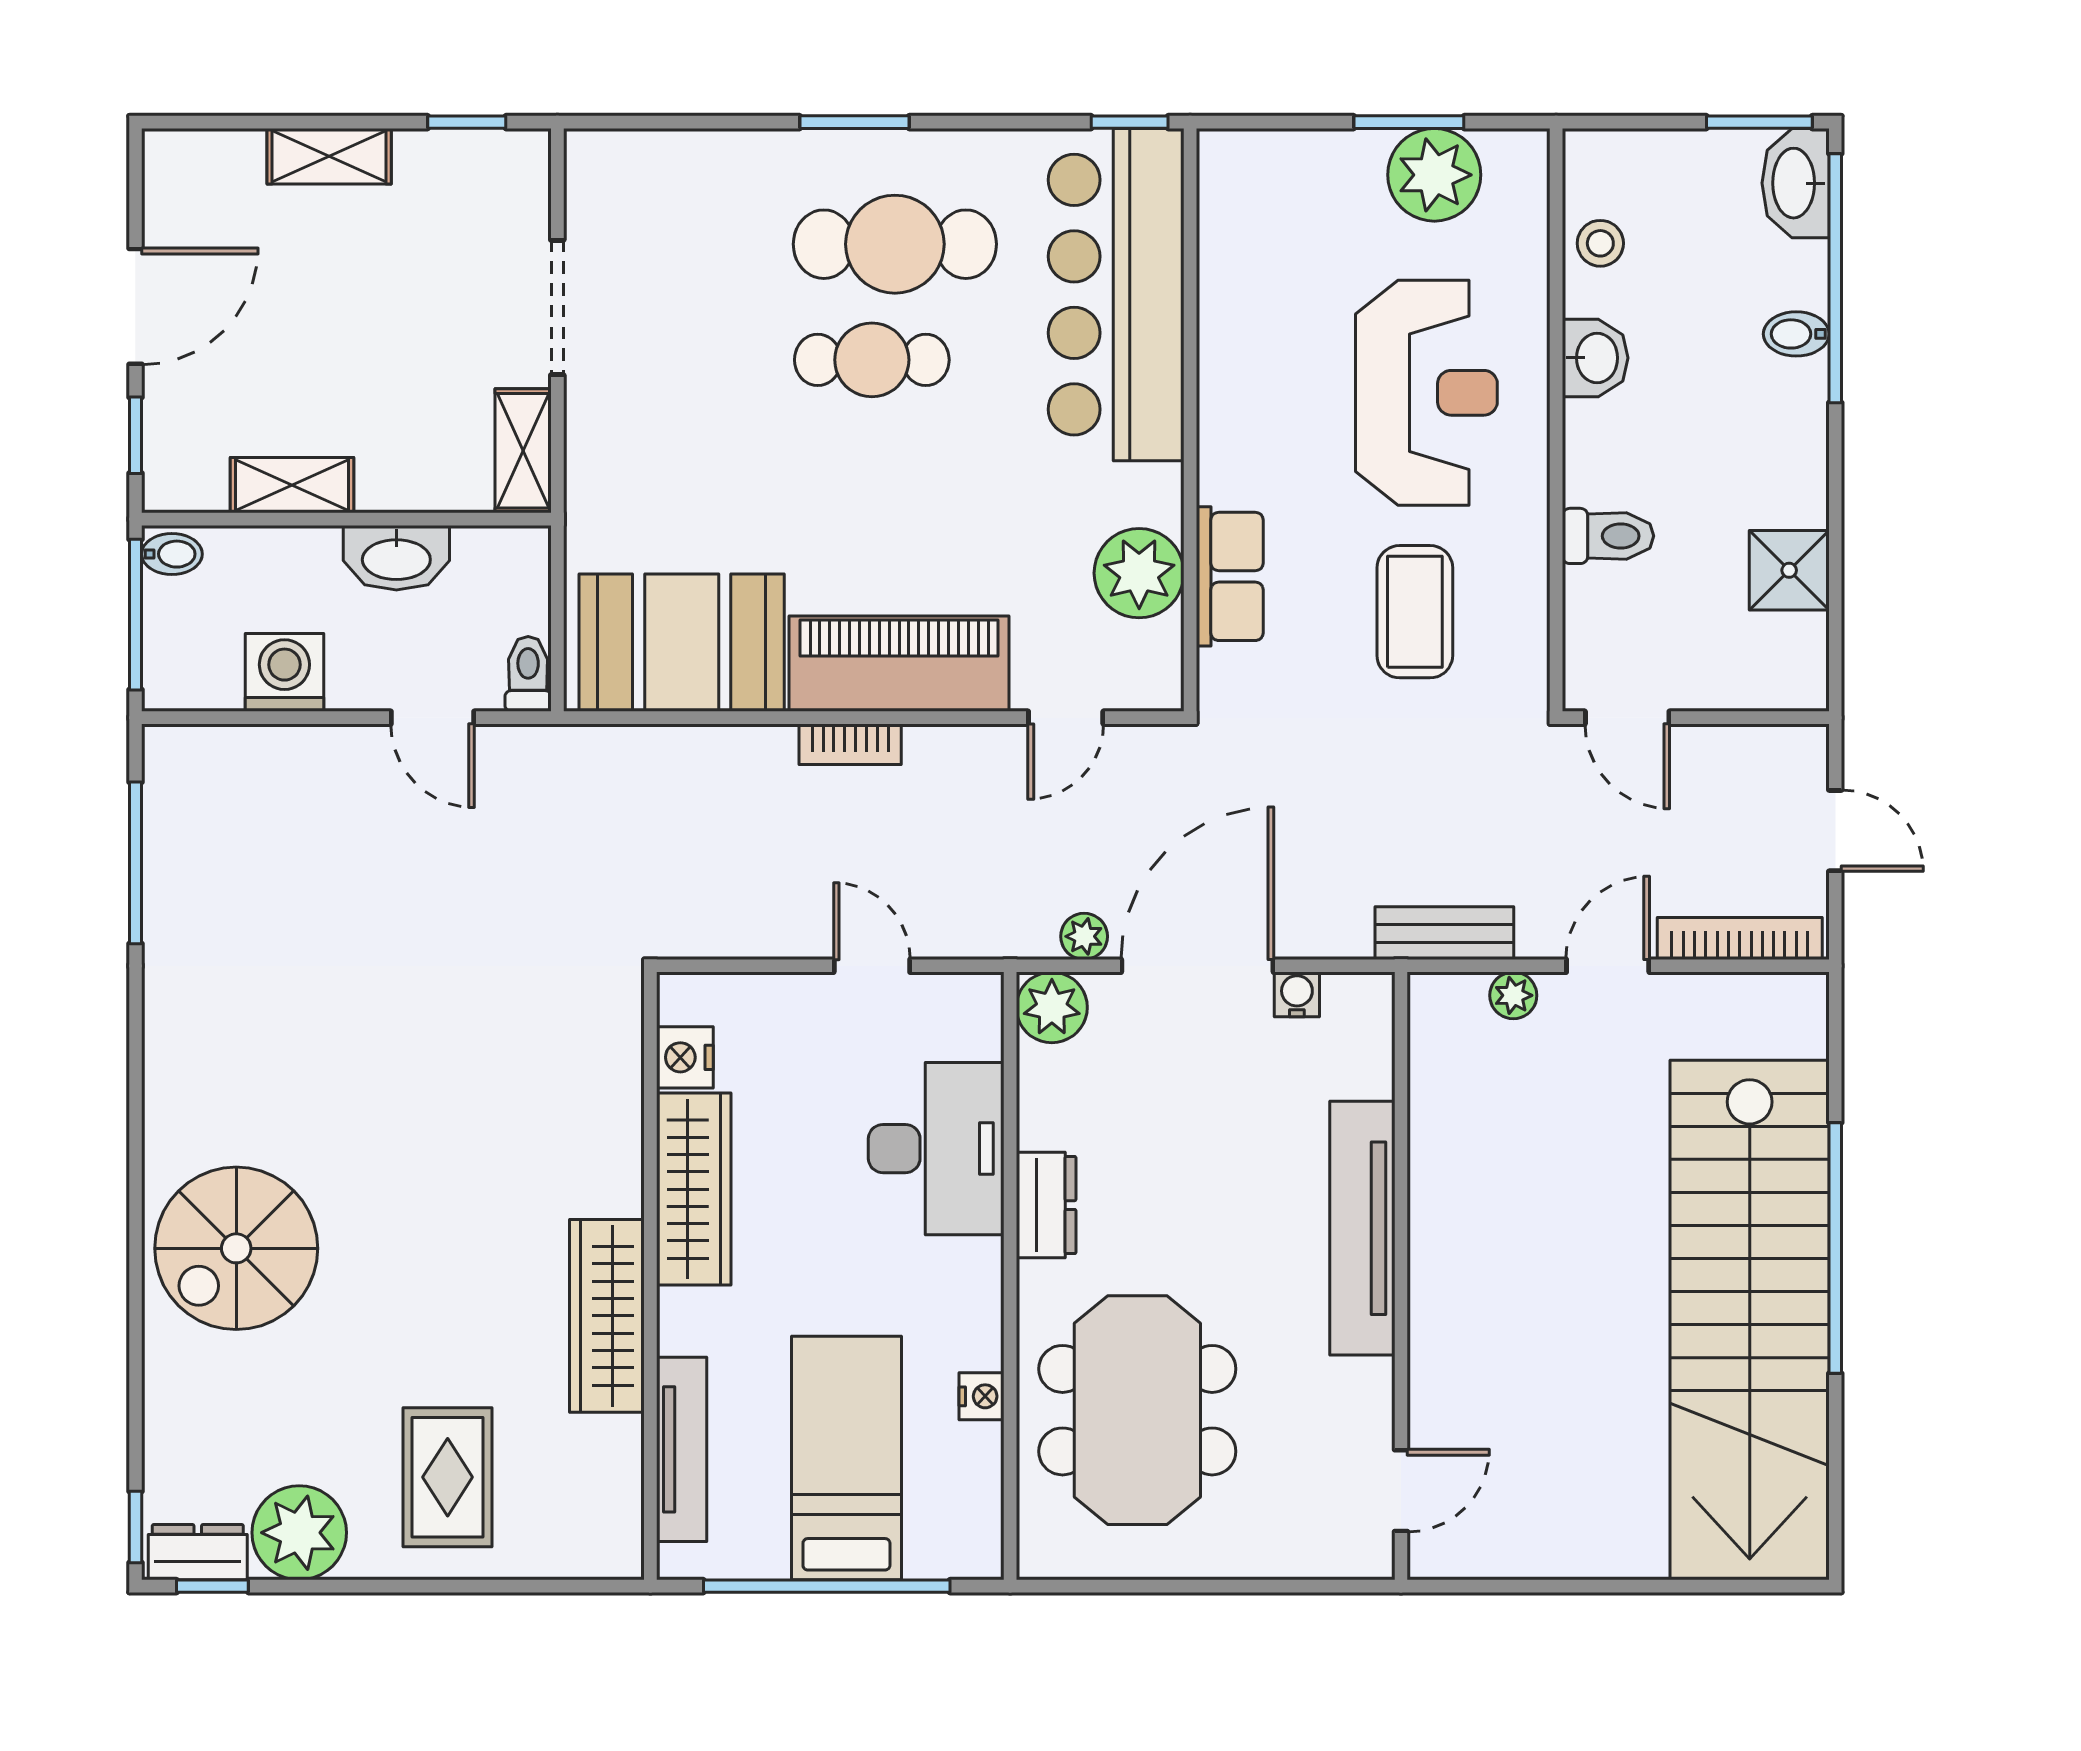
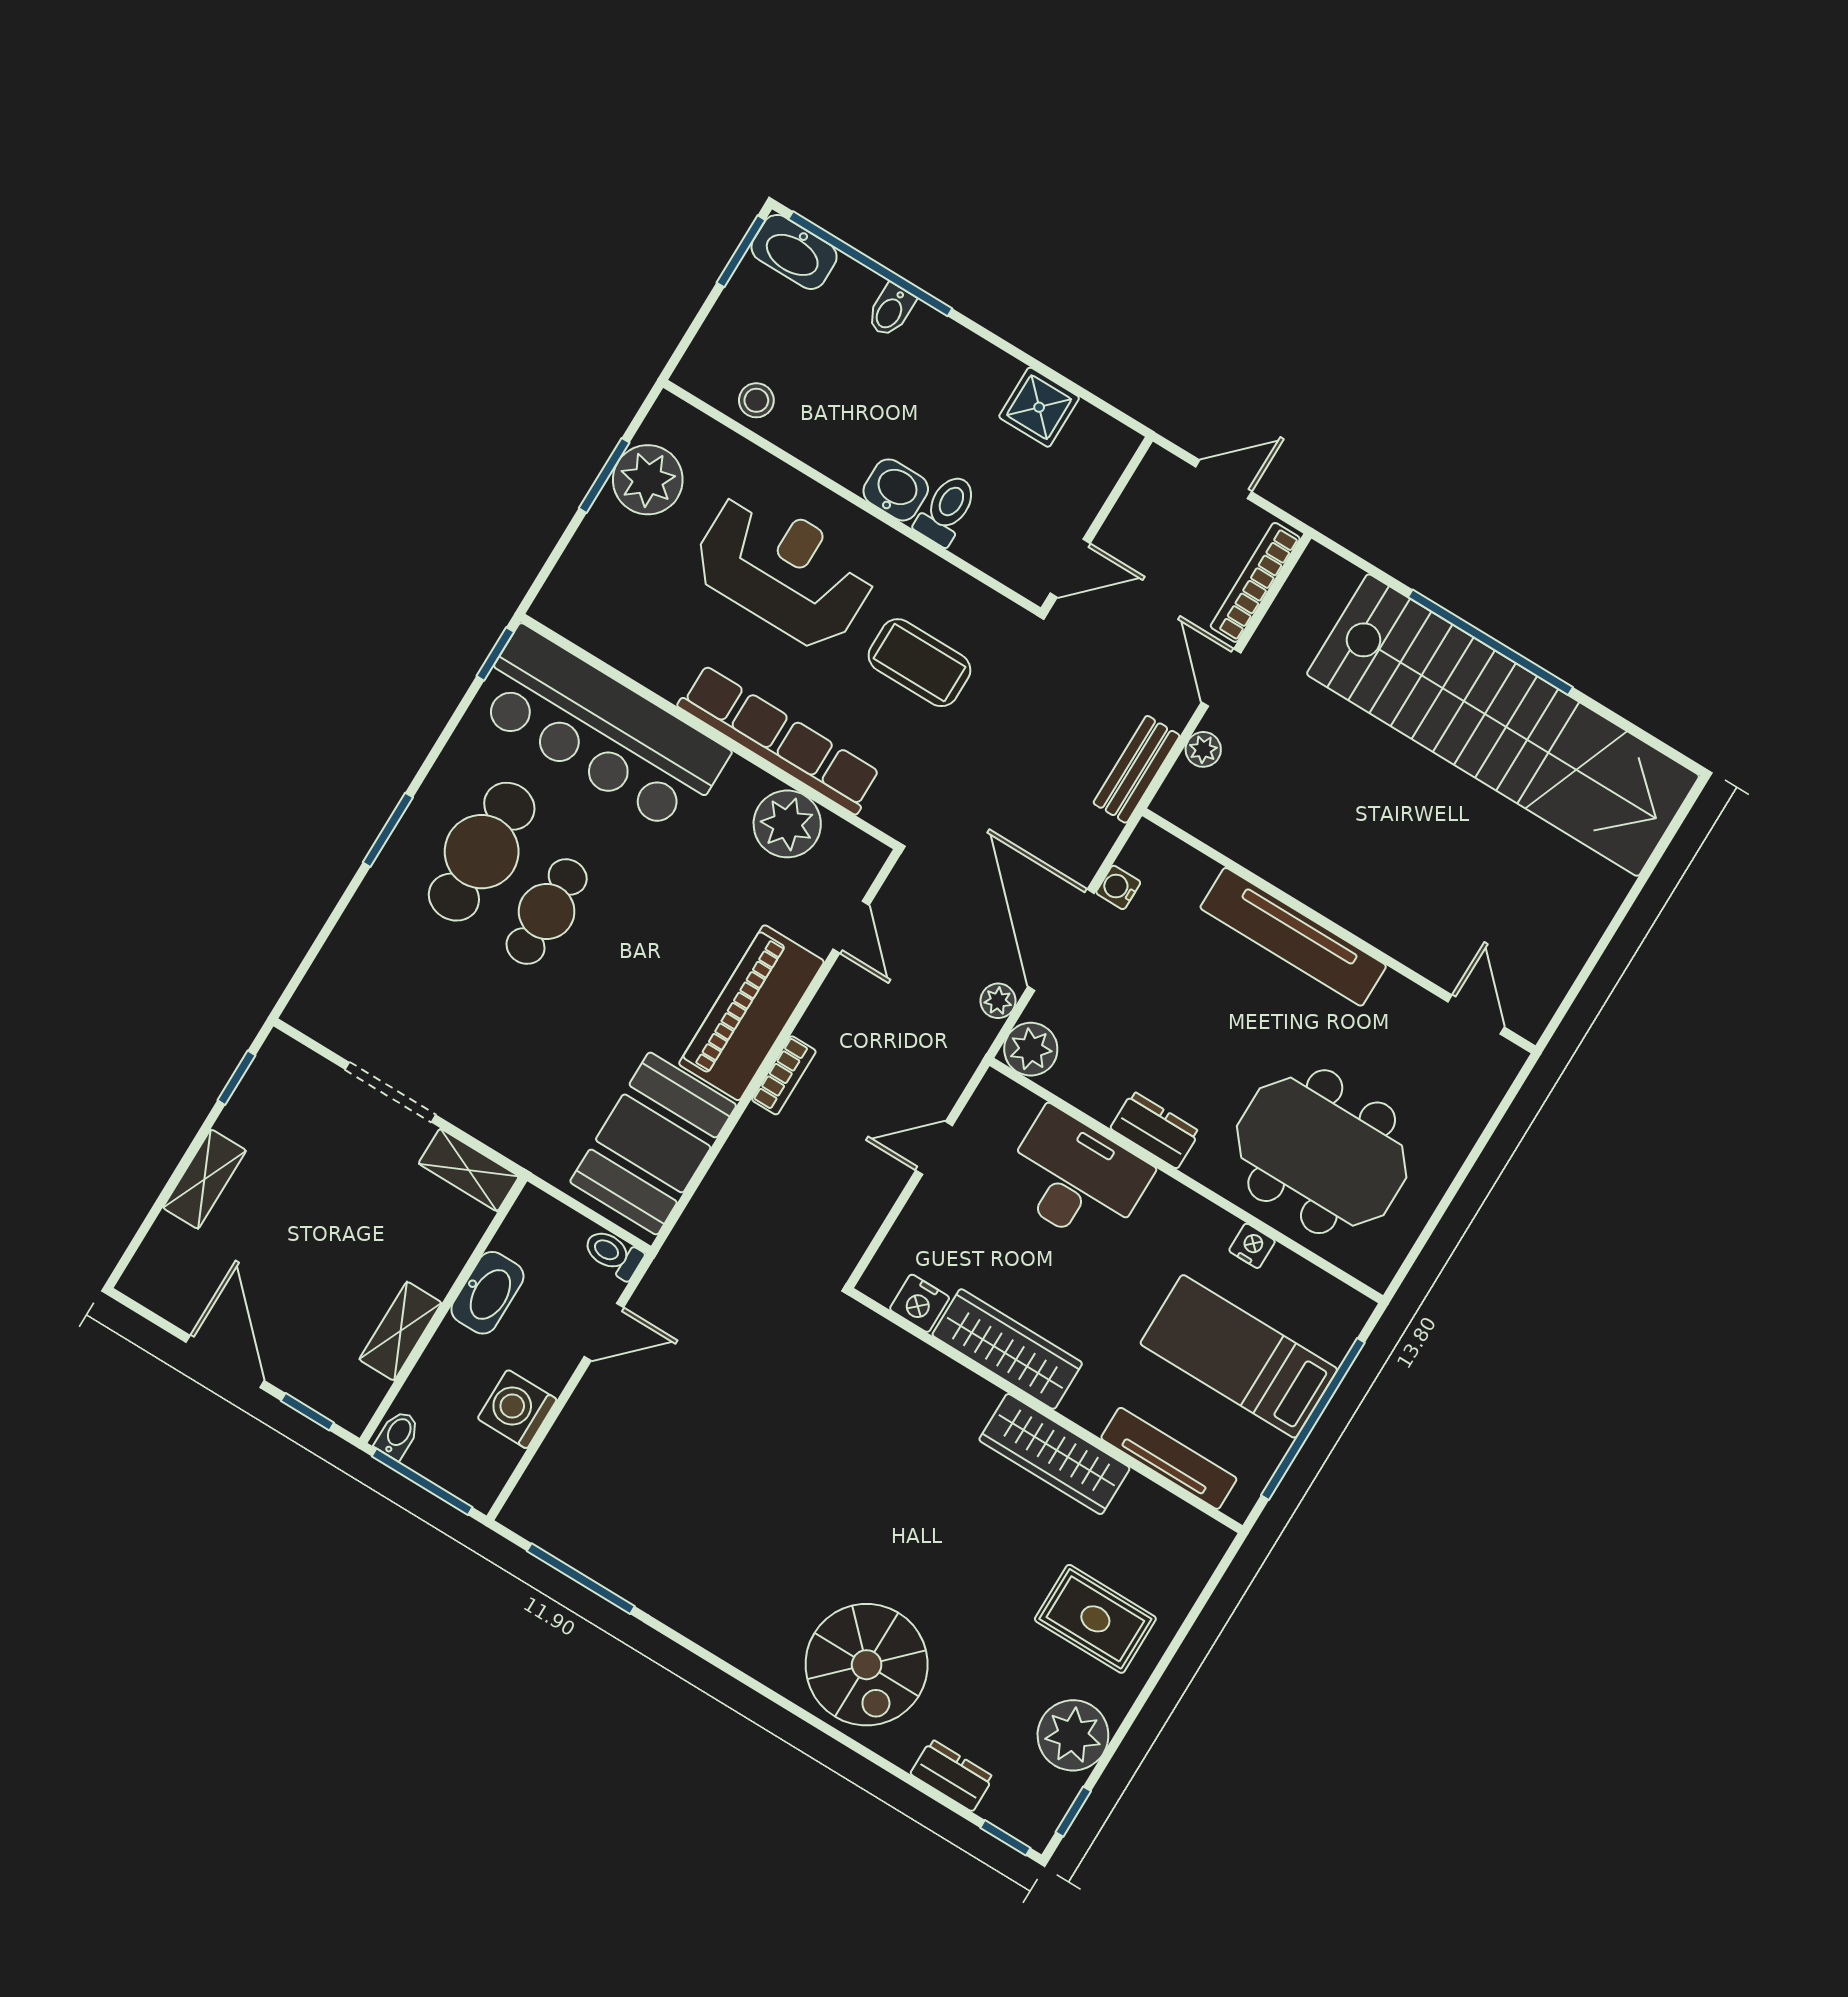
washbasin: (1595, 358) -> (896, 490), moved
row of seats: (1230, 576) -> (779, 740), width x2.02
dresser: (198, 1552) -> (952, 1775), moved, turned 90

